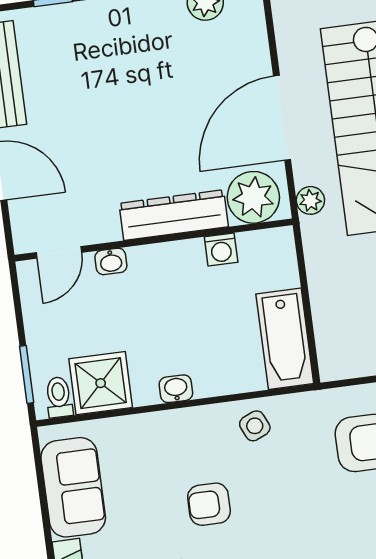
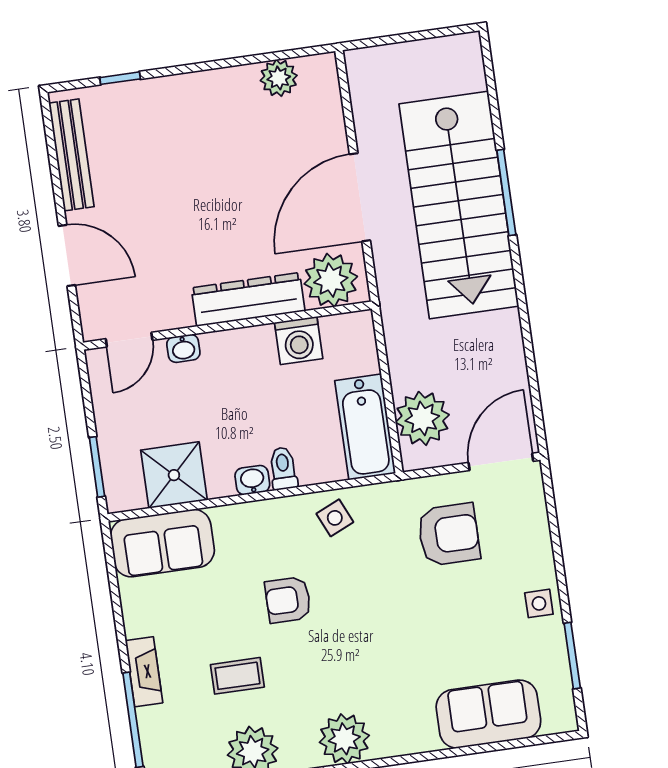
plant: (310, 200) -> (422, 418), moved, width x1.88, depth x1.88
washing machine: (221, 249) -> (299, 341), width x1.38, depth x1.38
toilet: (59, 397) -> (283, 468), moved
sofa: (73, 487) -> (162, 543), moved, turned 90

